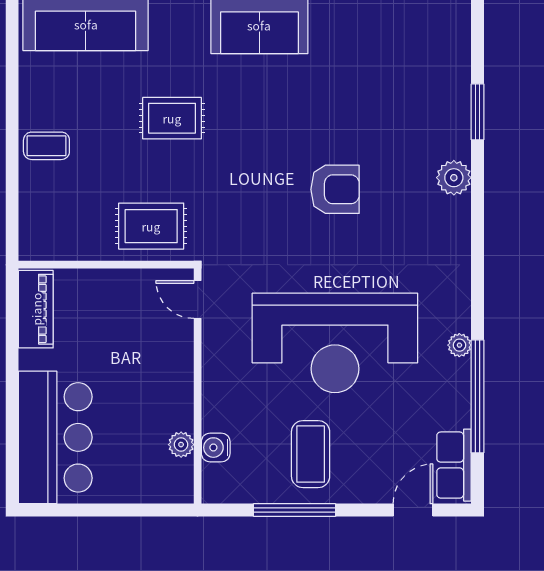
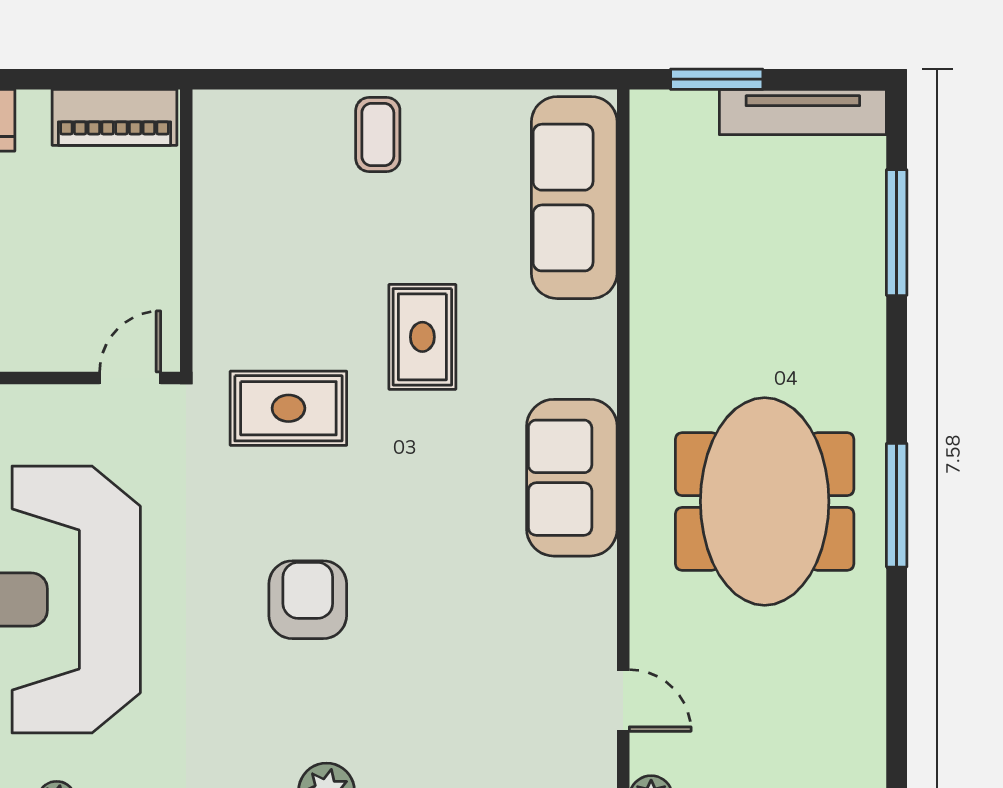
armchair: (335, 189) -> (308, 600), turned 180
rug: (151, 226) -> (288, 408), moved, turned 90

